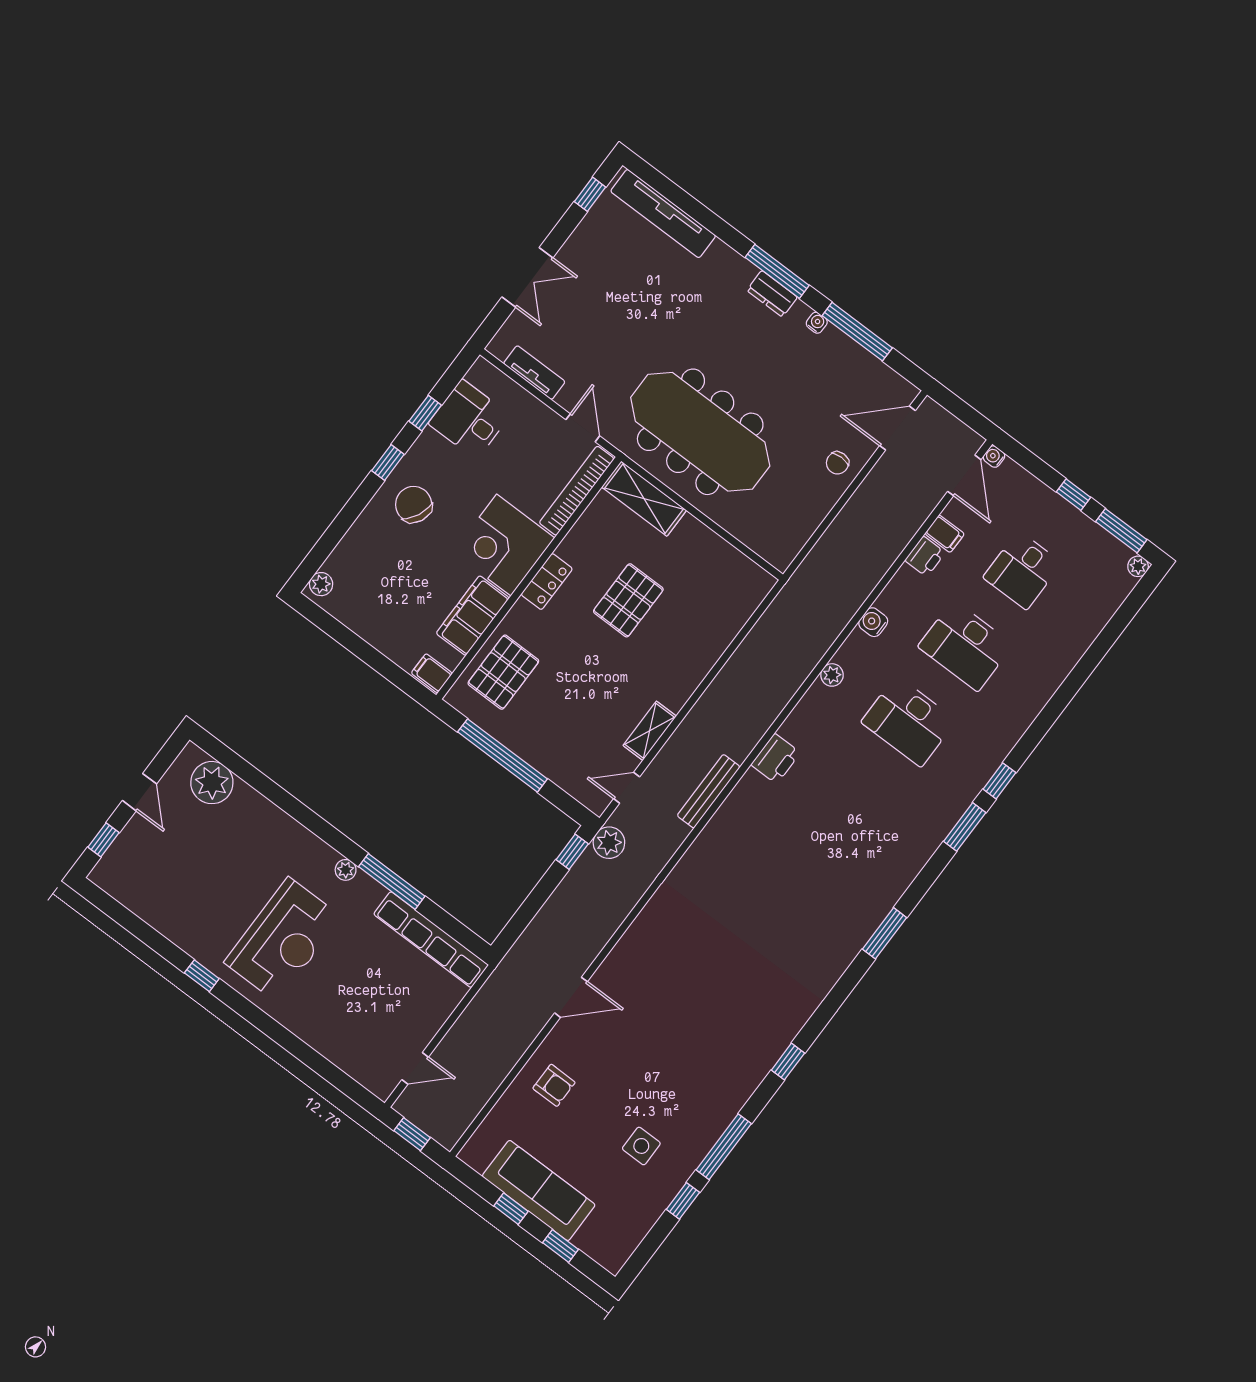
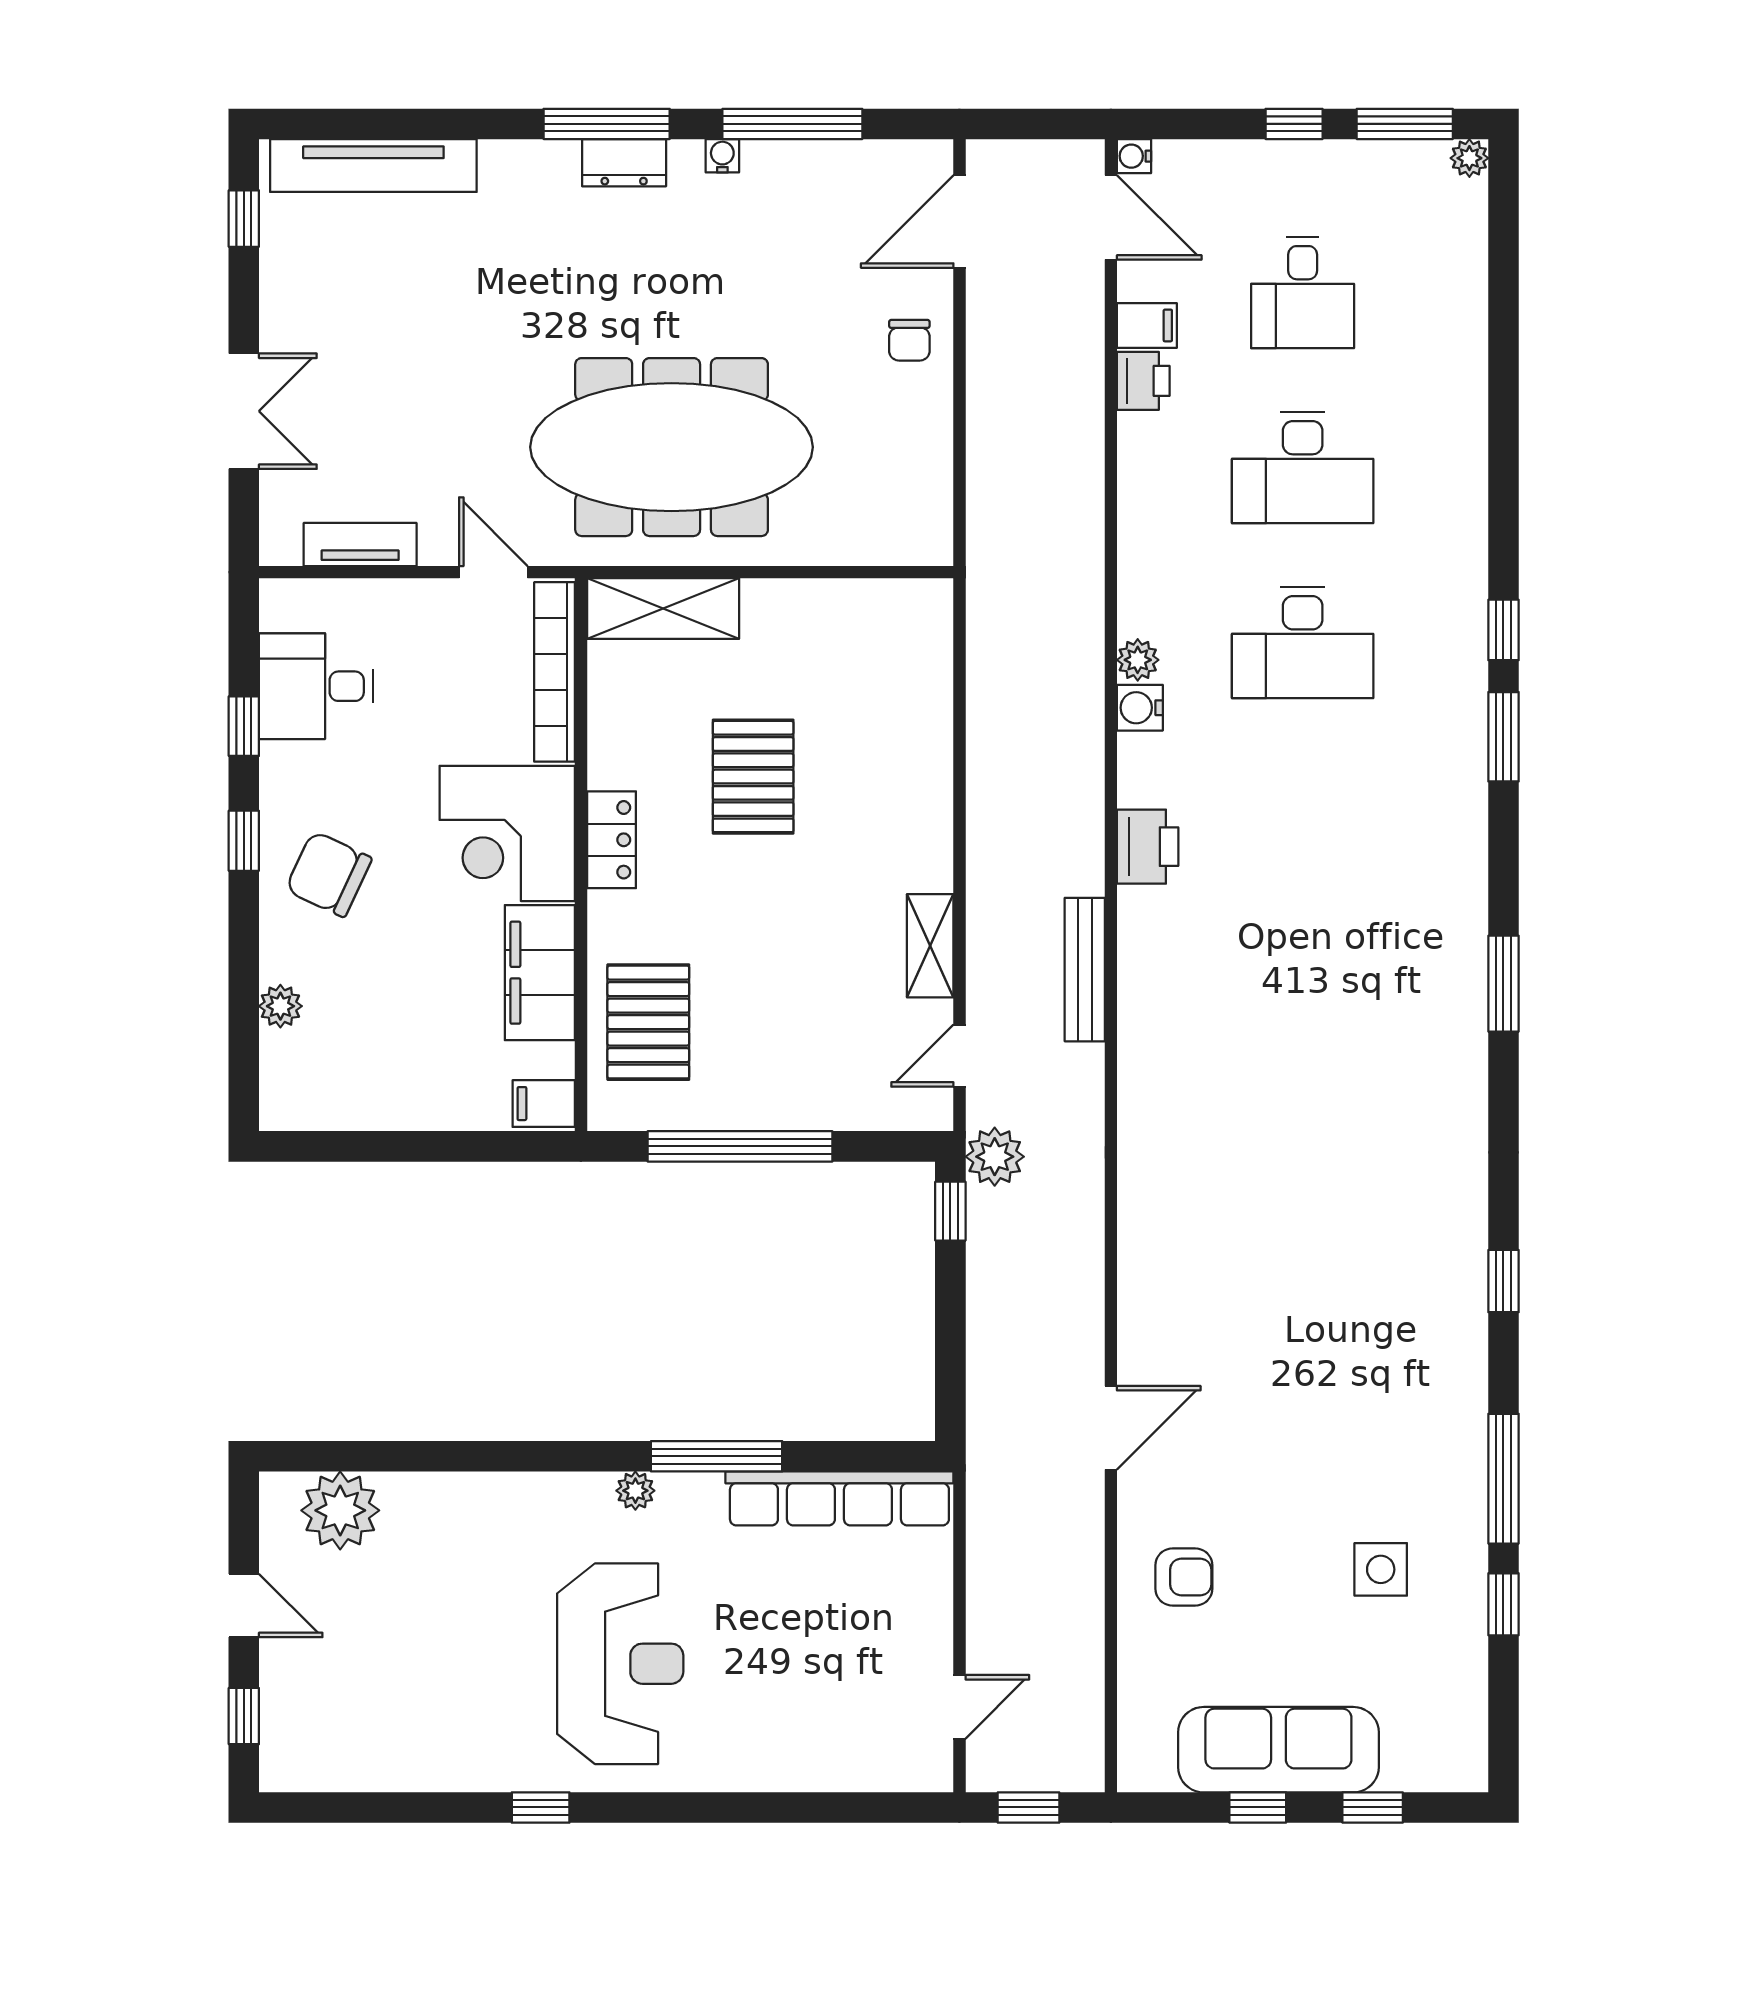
plant: (321, 584) -> (280, 1006), moved
water cooler: (873, 622) -> (1140, 708), moved

